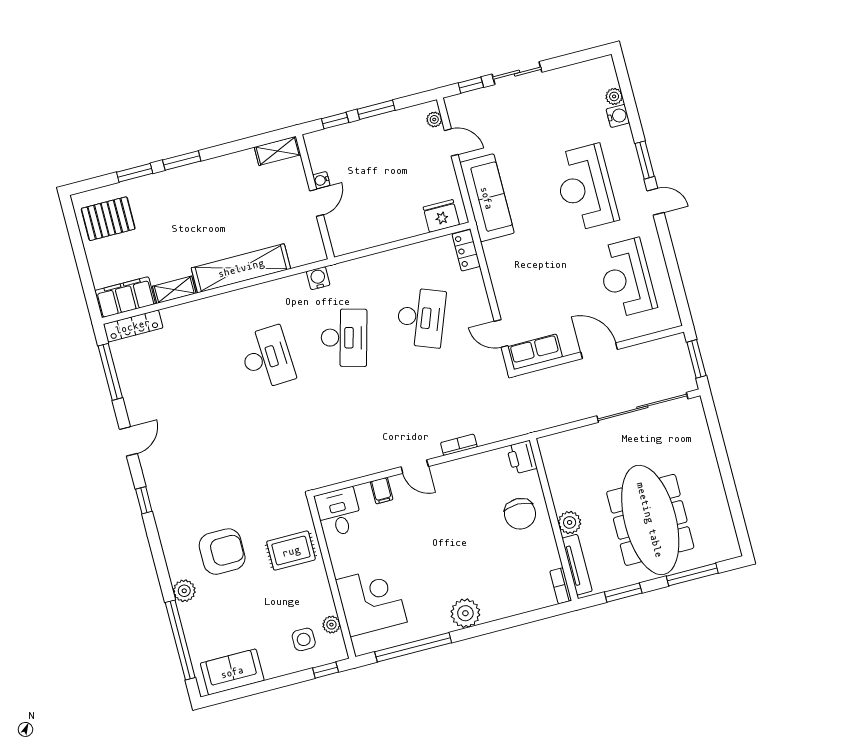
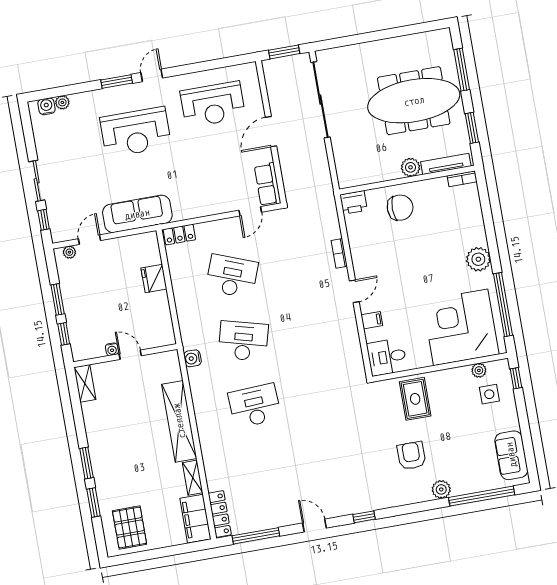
water cooler: (618, 116) -> (46, 106), moved
fridge: (441, 216) -> (154, 279), moved
armchair: (222, 552) -> (411, 456), width x0.73, depth x0.73
corner desk: (371, 601) -> (461, 327), width x1.36, depth x1.36

